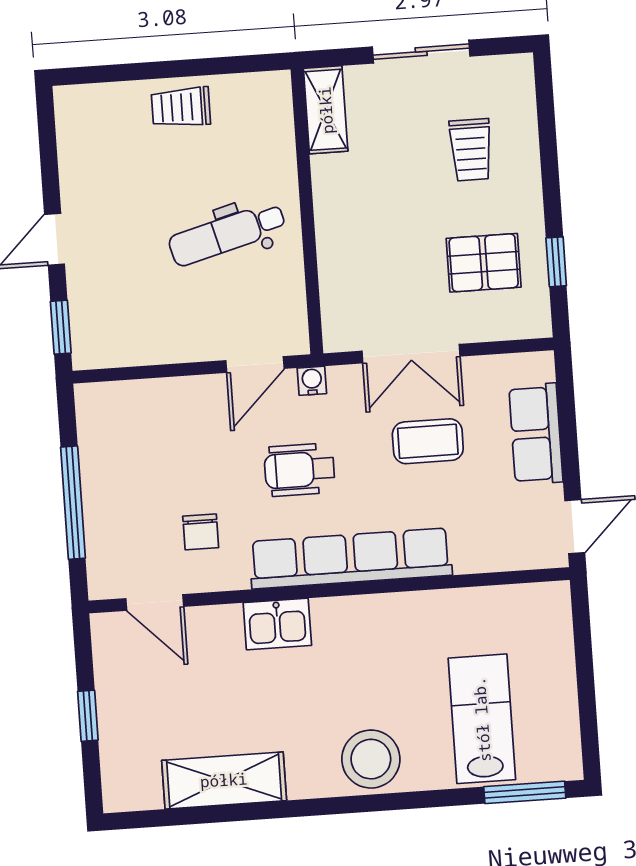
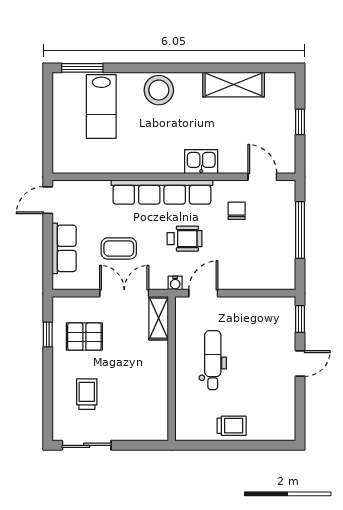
sliding door: (421, 52) -> (87, 445), moved
shelving: (326, 110) -> (159, 318), moved
dental chair: (227, 234) -> (213, 360), turned -75

